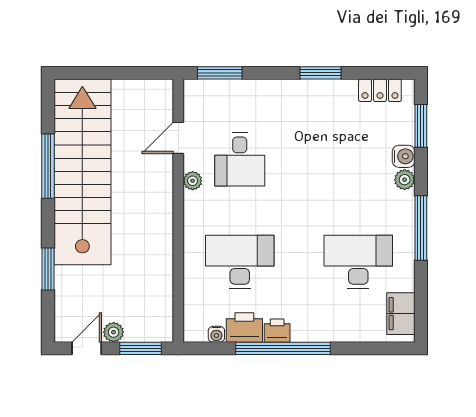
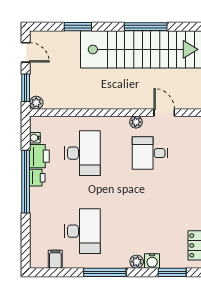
filing cabinet: (401, 314) -> (55, 259), width x0.50
plant: (114, 332) -> (36, 103), moved

